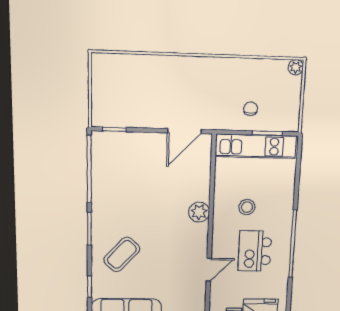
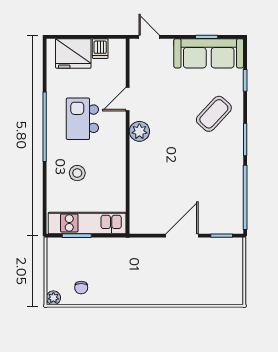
chair: (251, 109) -> (81, 288), moved
door: (185, 131) -> (182, 236), moved
stool: (247, 207) -> (77, 173), moved
plant: (199, 212) -> (139, 131), moved
kitchen island: (255, 251) -> (82, 119), turned 180

